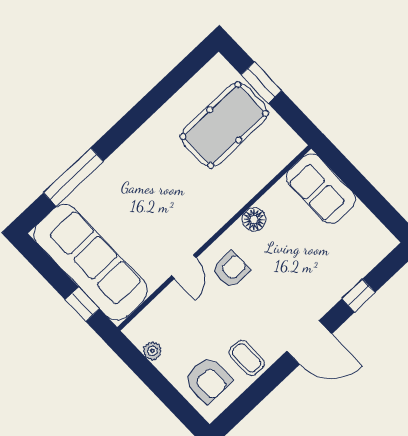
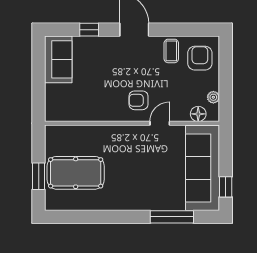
sofa: (321, 189) -> (58, 59), moved
floor lamp: (254, 219) -> (198, 114), moved
window: (82, 304) -> (226, 187), moved

